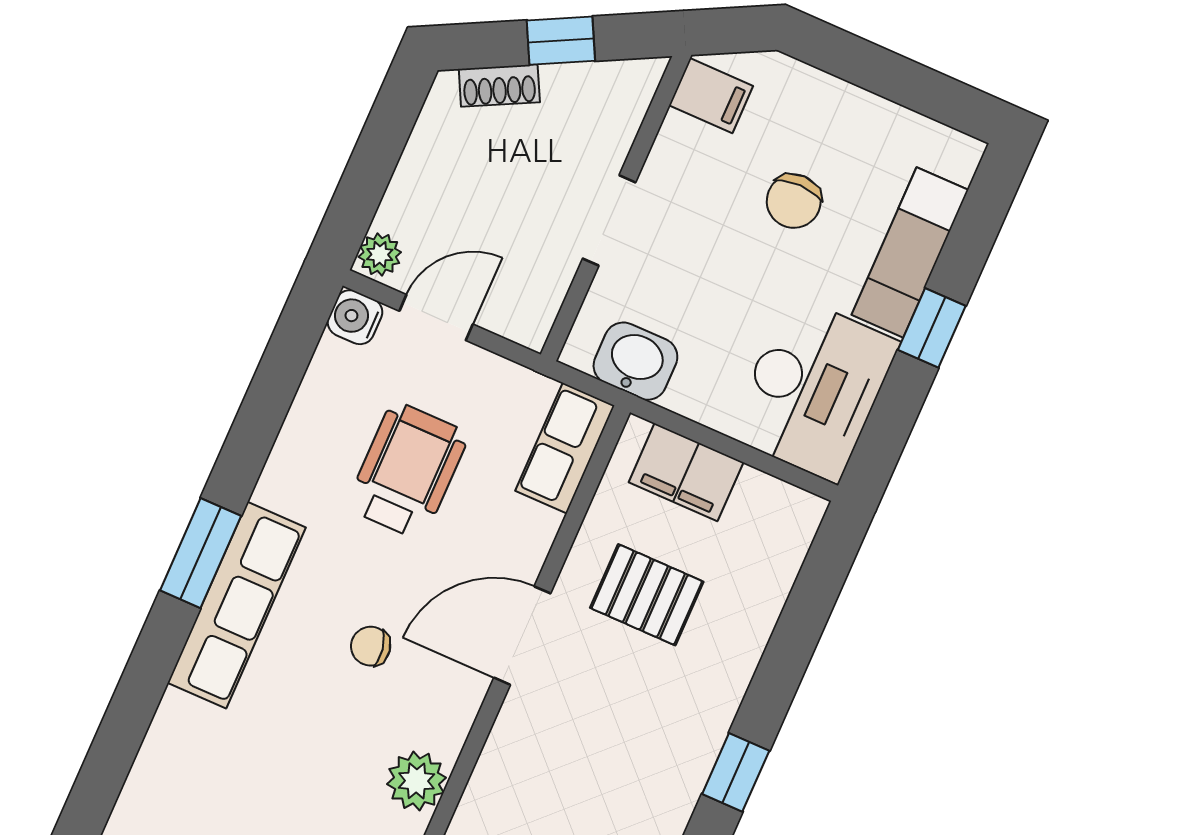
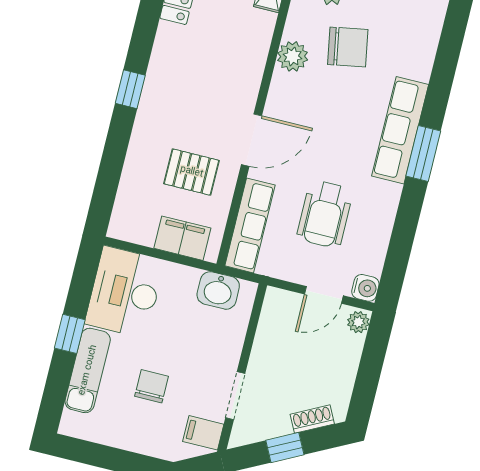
doorway: (609, 220) -> (235, 396), moved
row of seats: (565, 448) -> (250, 225), width x1.48
chair: (371, 646) -> (348, 47), moved, width x1.87, depth x1.87

